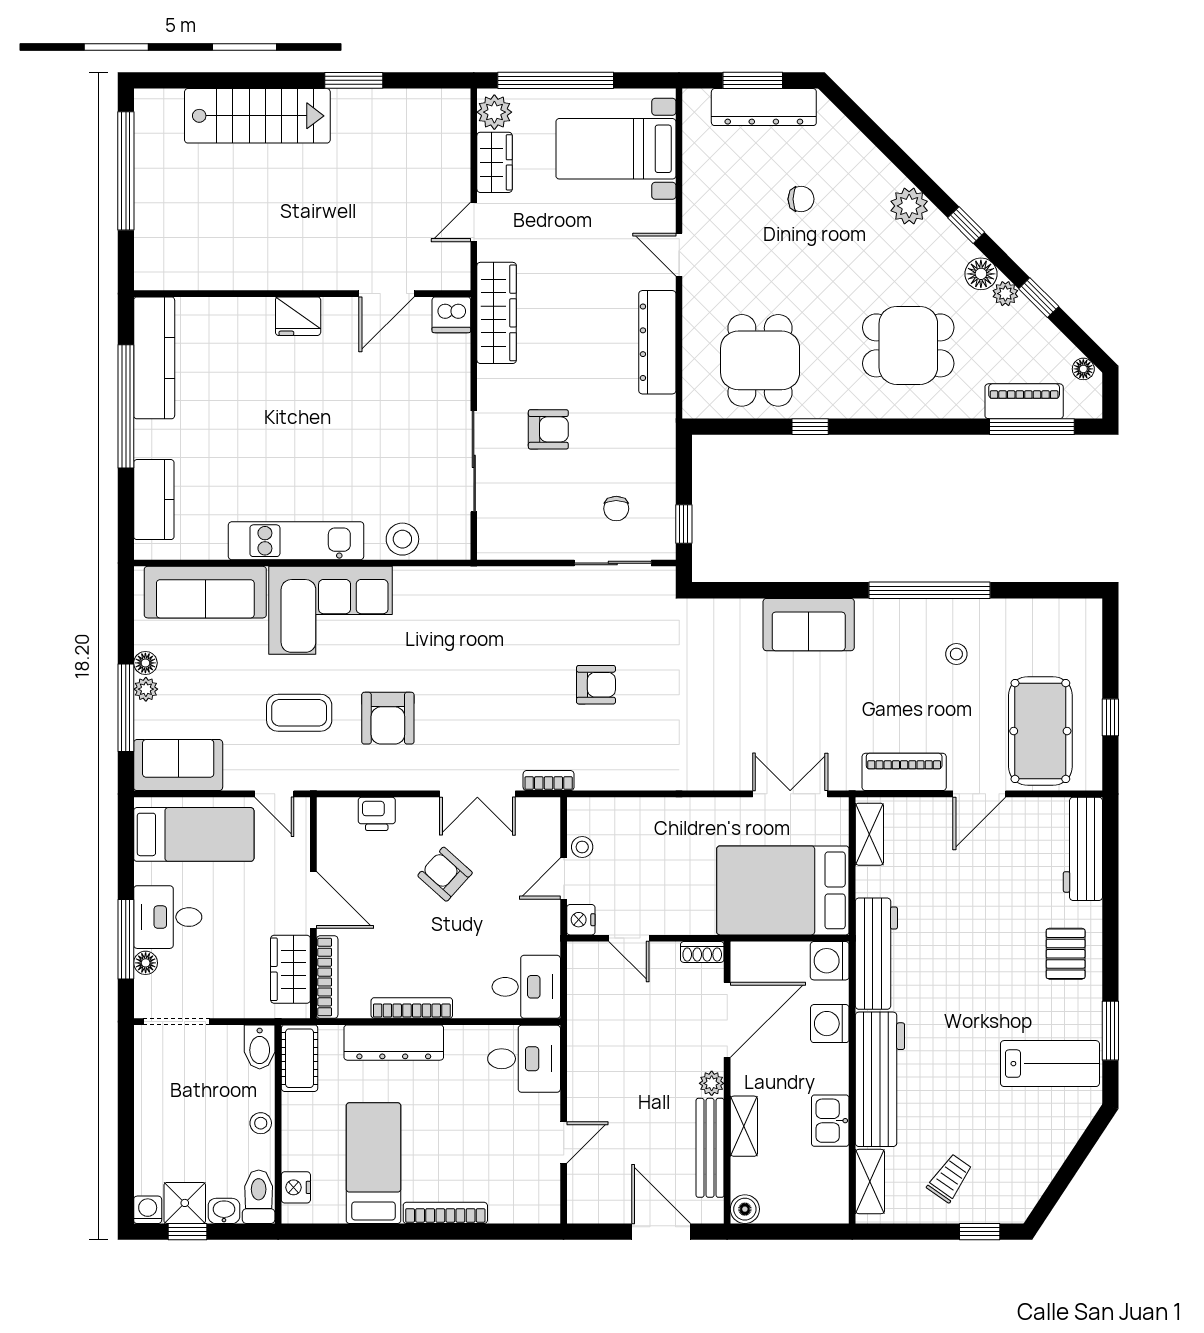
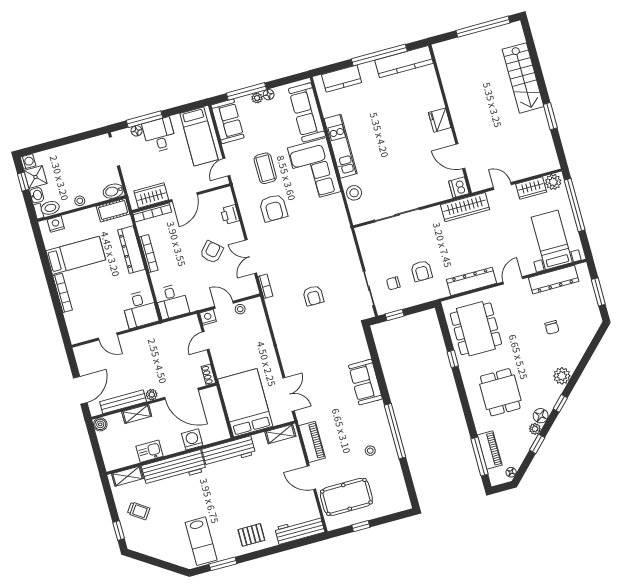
dresser: (764, 107) -> (554, 280), moved, turned -90
dining table: (760, 360) -> (476, 329), width x1.38
armchair: (548, 429) -> (421, 271), moved
armchair: (388, 718) -> (273, 208), turned -90
washing machine: (830, 961) -> (220, 432), removed

